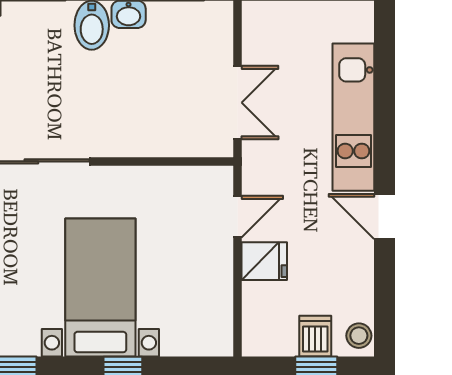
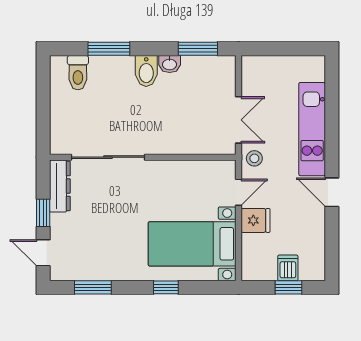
bed with nightstands: (100, 287) -> (192, 244), moved, turned -90
stool: (359, 336) -> (254, 158), moved

